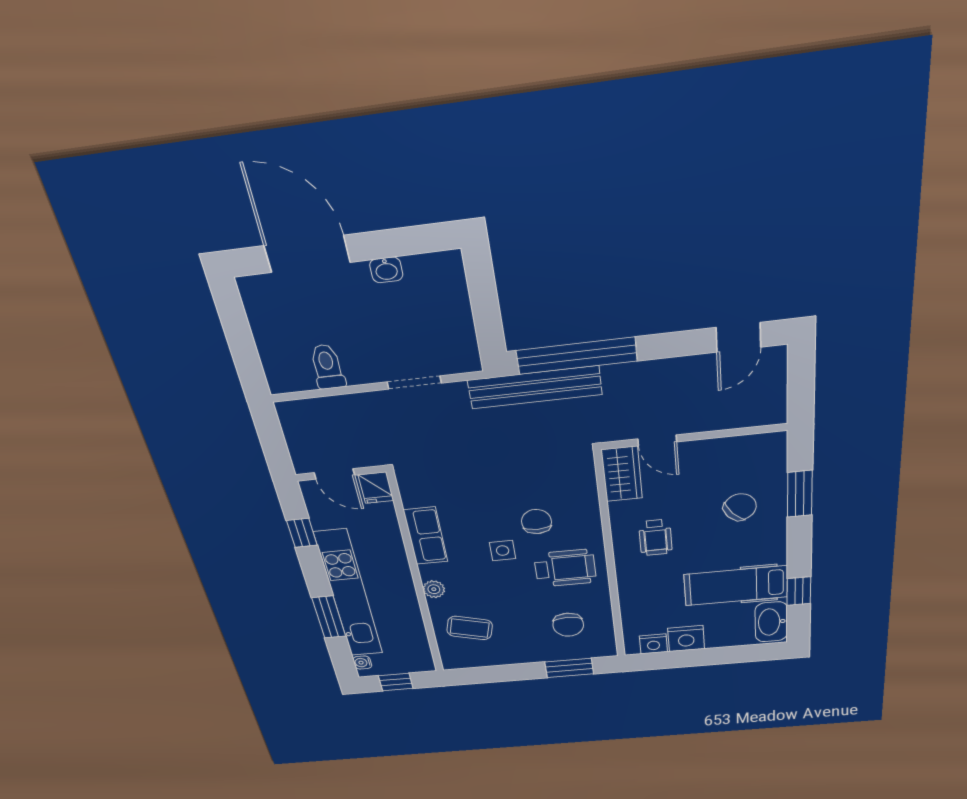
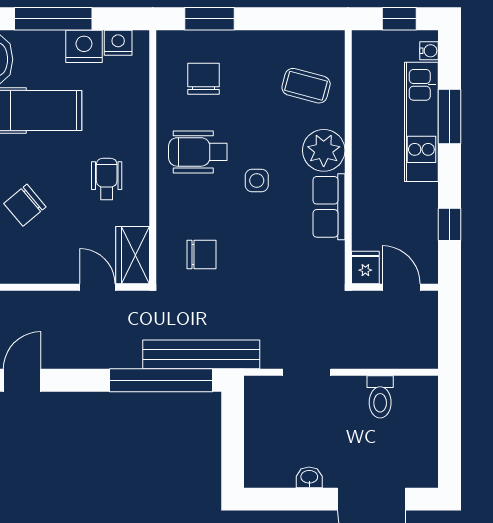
chair: (536, 522) -> (202, 255), moved, turned -90
plant: (434, 589) -> (324, 150), width x1.88, depth x1.88
kitchen unit: (349, 594) -> (421, 122), width x0.73
window: (717, 656) -> (53, 19), added

